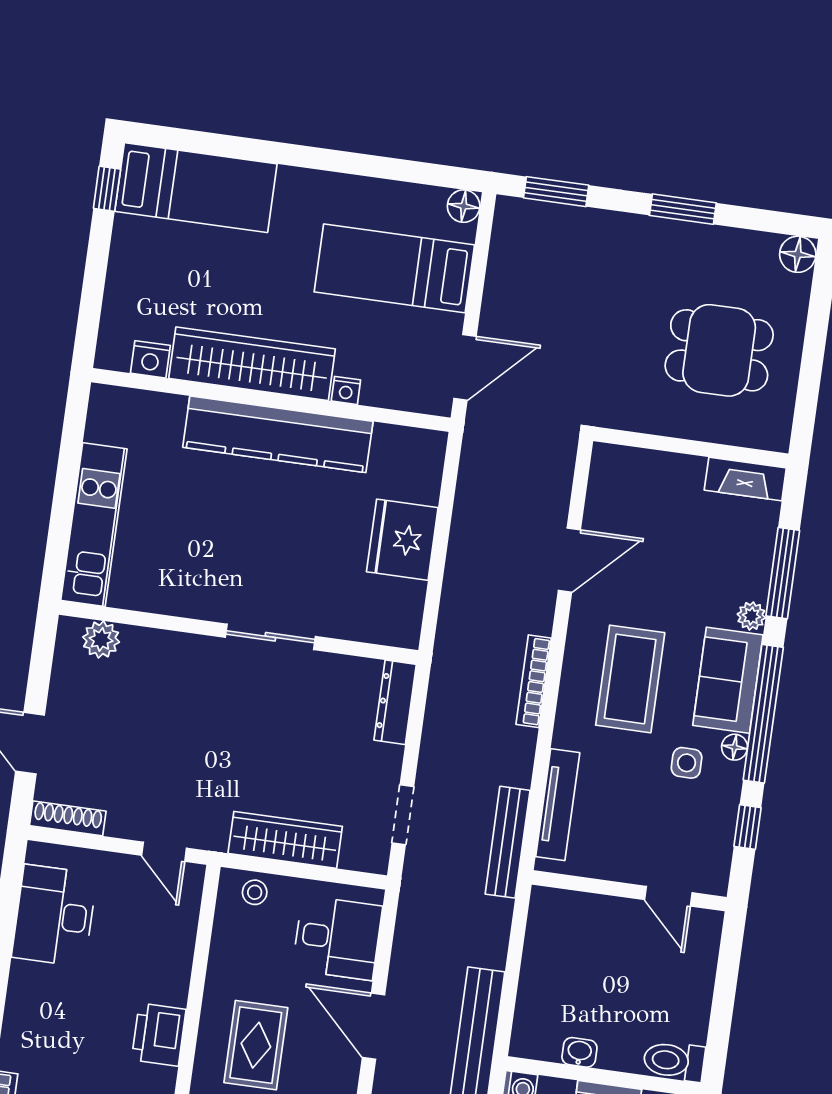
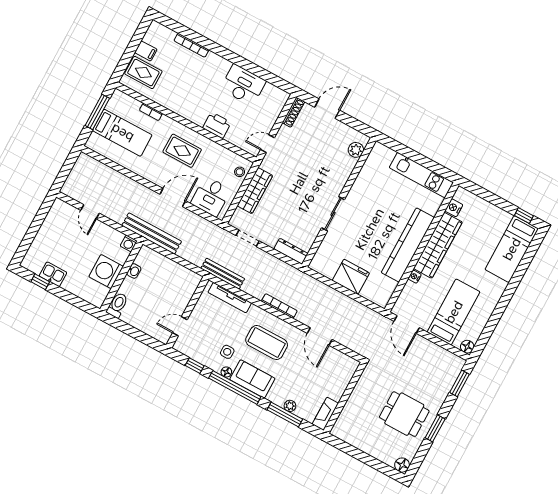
dining table: (719, 350) -> (404, 414), moved, turned 90
kitchen unit: (94, 525) -> (421, 175), moved
plant: (751, 616) -> (290, 406), moved
desk: (54, 916) -> (243, 85), moved
printer: (159, 1035) -> (217, 125), moved

